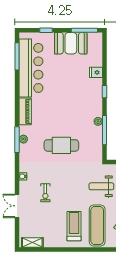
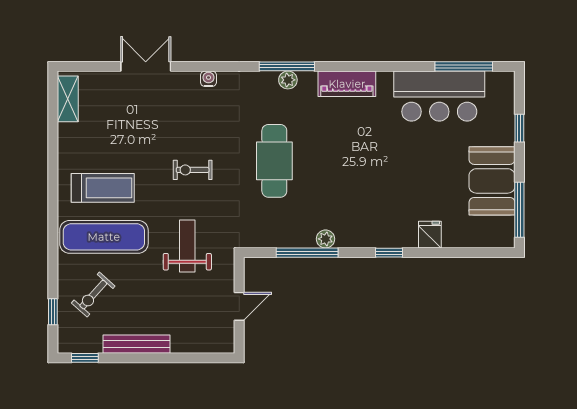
bar counter: (31, 68) -> (439, 96), width x0.73
exercise bike: (45, 193) -> (193, 170), moved

